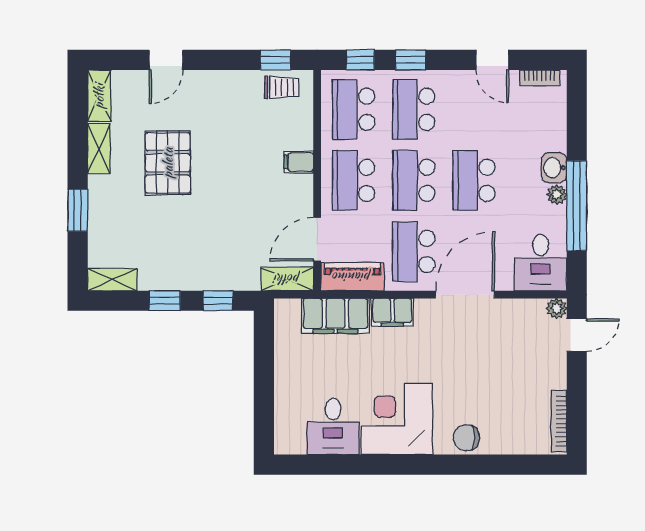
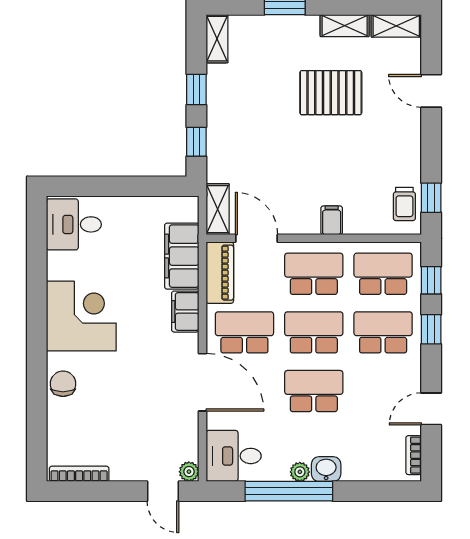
desk: (333, 427) -> (74, 224), moved

